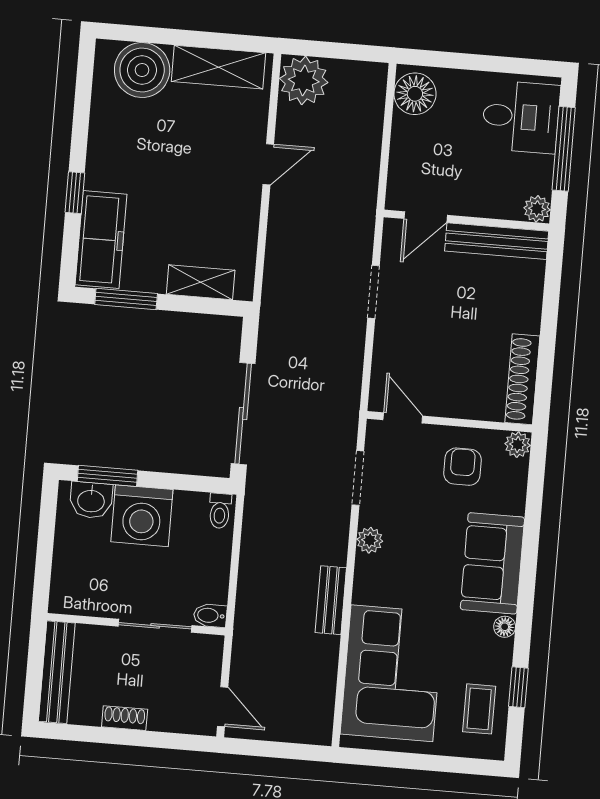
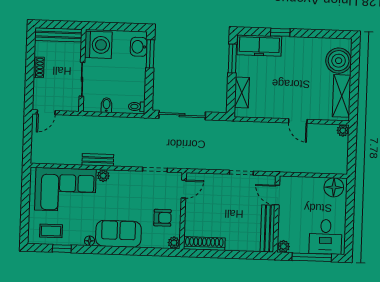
plant: (304, 80) -> (343, 131), width x0.53, depth x0.53
washing machine: (142, 516) -> (98, 45), moved, turned 180
plant: (370, 540) -> (103, 176), moved
bidet: (210, 615) -> (106, 105), moved

